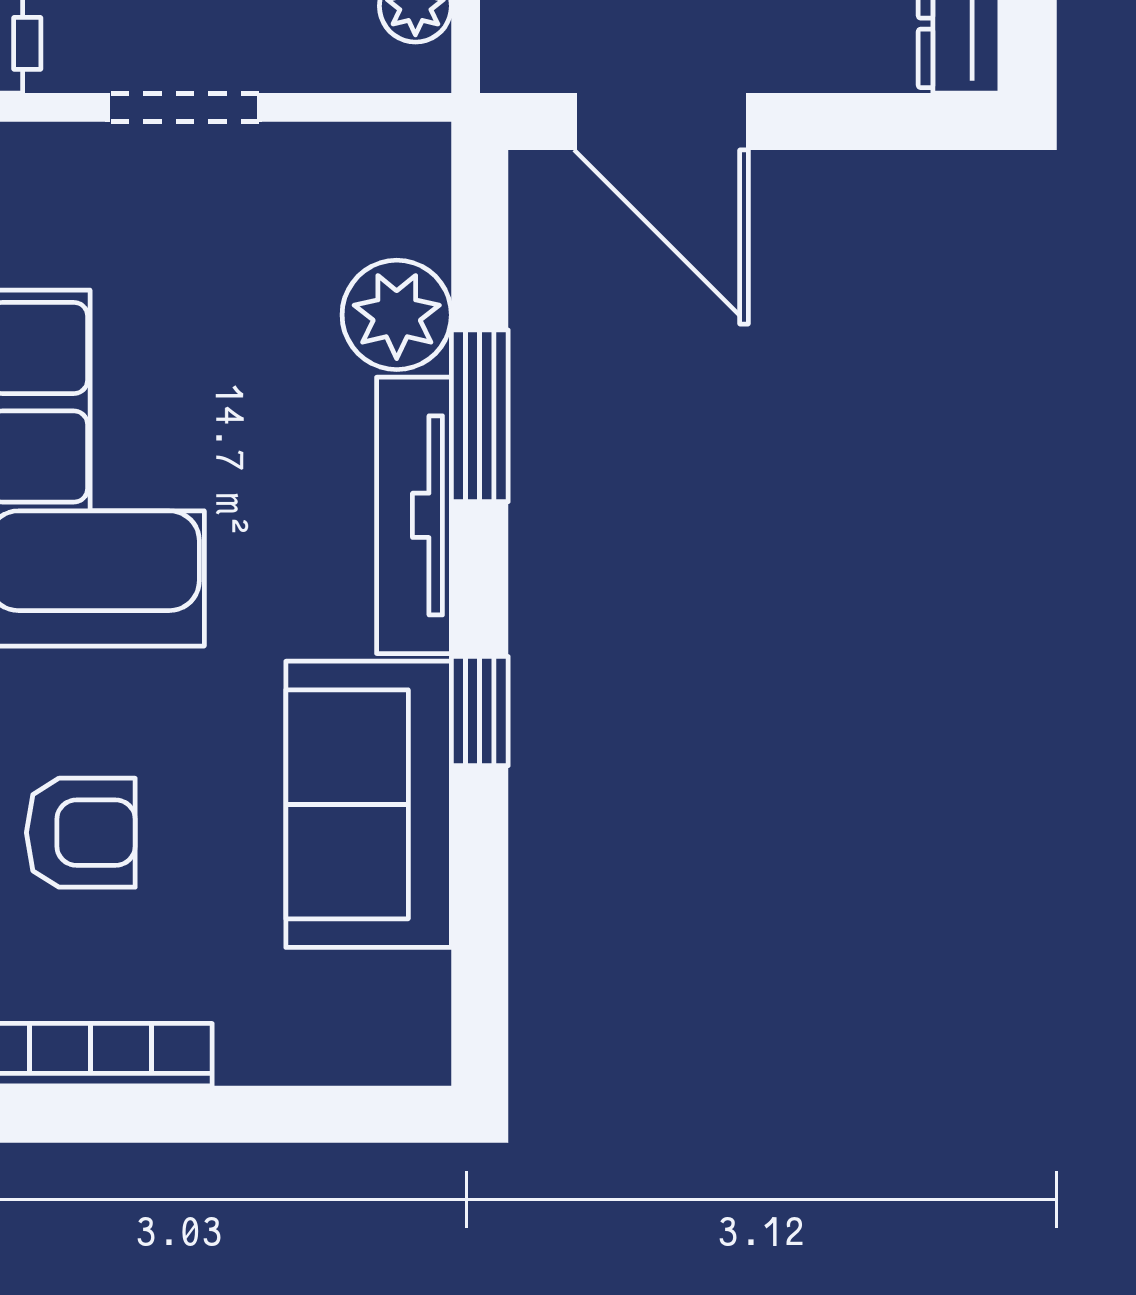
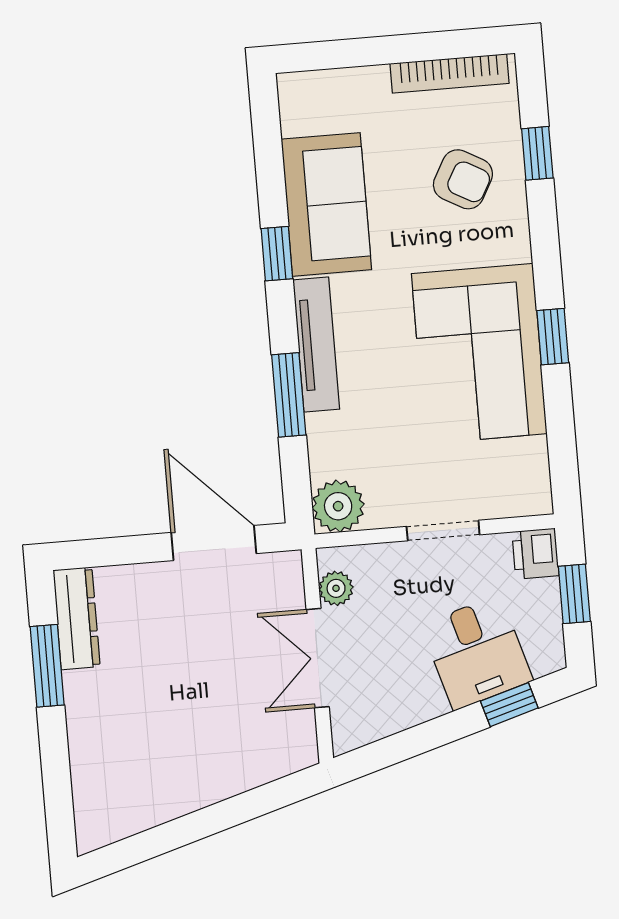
plant: (397, 315) -> (338, 506), moved
armchair: (81, 833) -> (463, 179), turned -151

